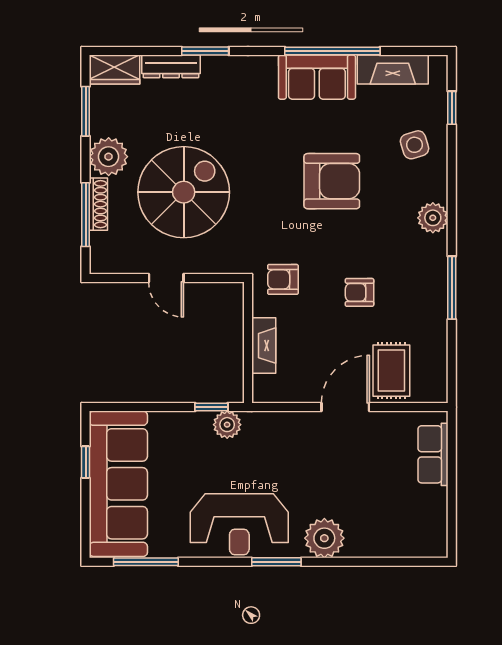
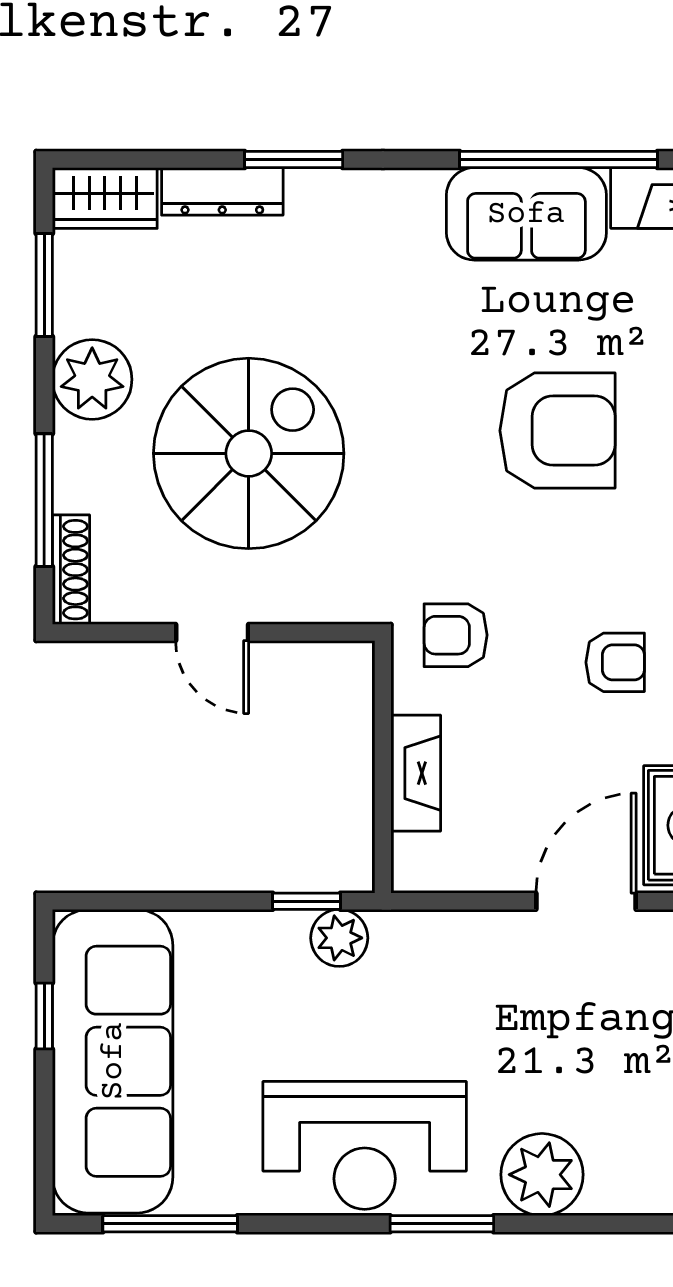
shoe rack: (98, 204) -> (71, 570), moved
armchair: (359, 292) -> (615, 662), turned 180

